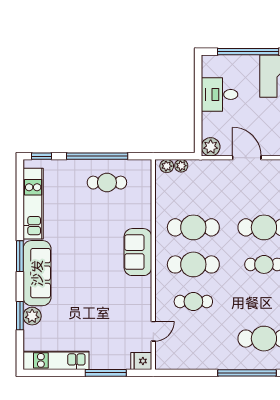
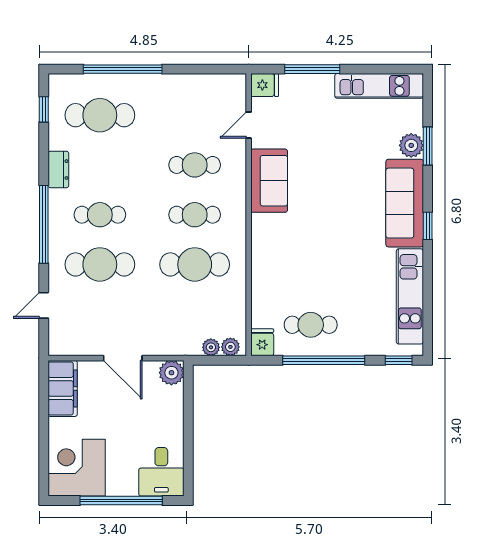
desk: (219, 94) -> (161, 472), moved, turned 90
fridge: (143, 169) -> (262, 342), added
sofa: (138, 252) -> (269, 181), moved
window: (20, 256) -> (428, 226), width x0.67
cafe table: (193, 264) -> (195, 215), width x0.73, depth x0.74

